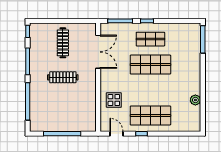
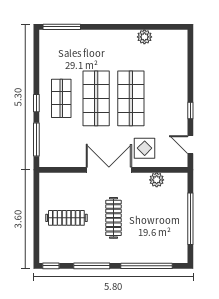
double door: (98, 52) -> (109, 170), moved
plant: (91, 109) -> (157, 180), added
shop shelf: (150, 115) -> (131, 98), moved
door: (116, 134) -> (190, 145), hinge flipped

